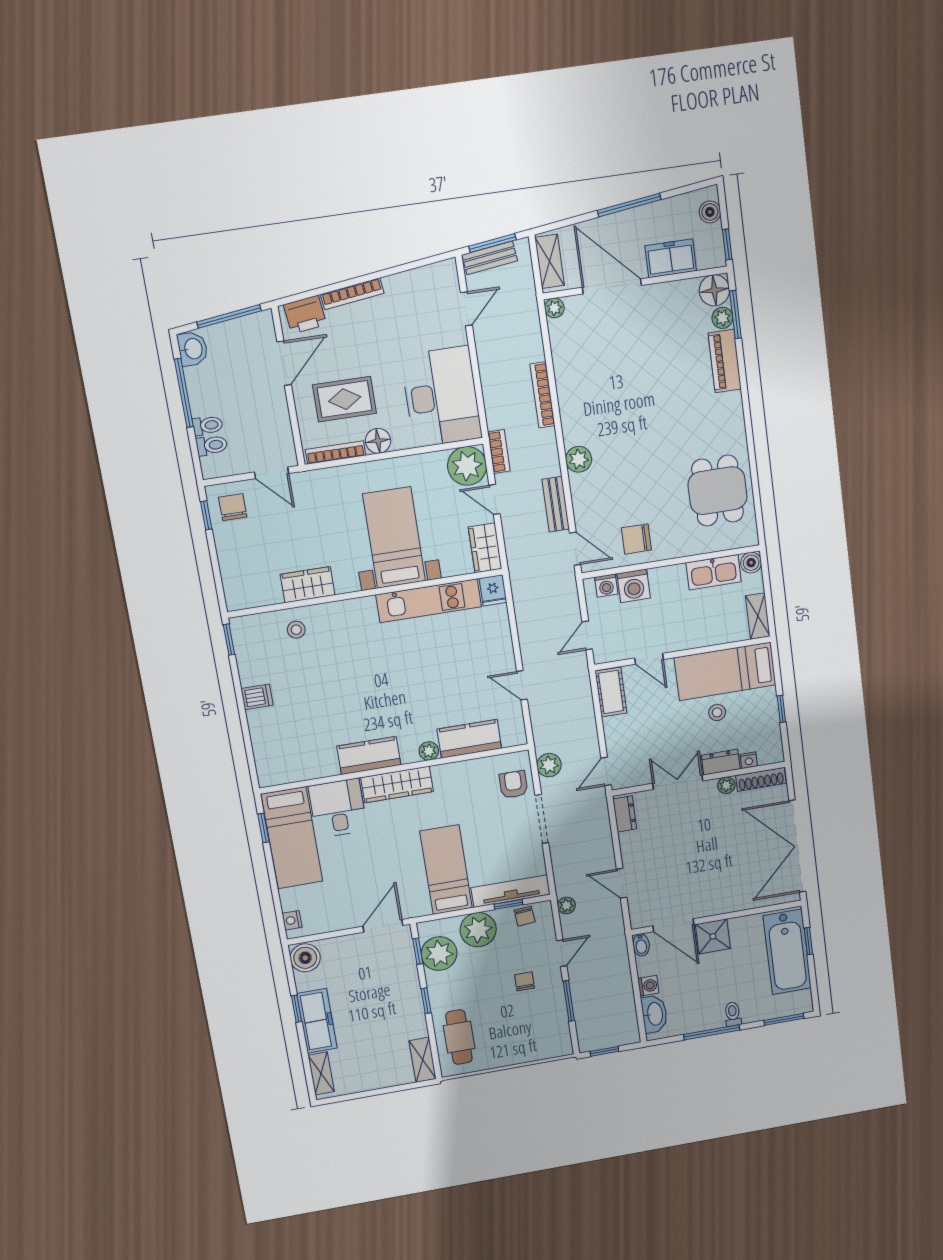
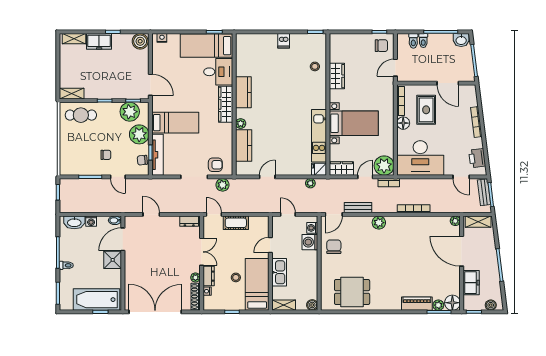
door: (612, 286) -> (462, 251), swing flipped
printer: (305, 315) -> (477, 158), moved
kitchen sink: (714, 572) -> (279, 272), moved, turned 180
cot: (611, 692) -> (236, 223), moved
door: (622, 883) -> (151, 214), hinge flipped
plant: (566, 905) -> (310, 183), moved
freezer: (317, 1021) -> (99, 41), width x0.71

